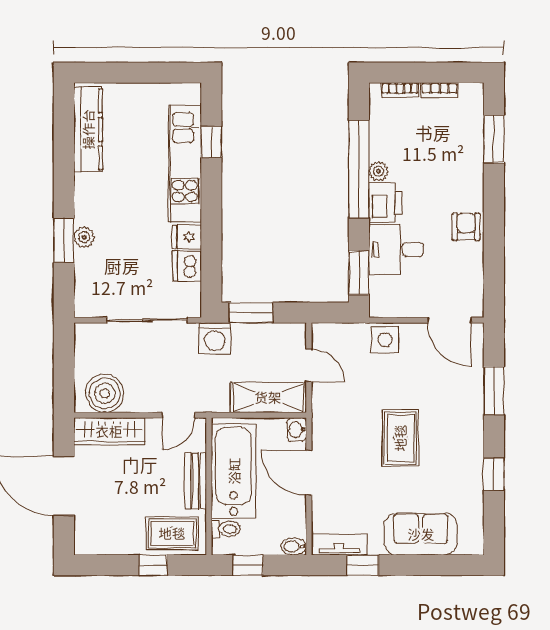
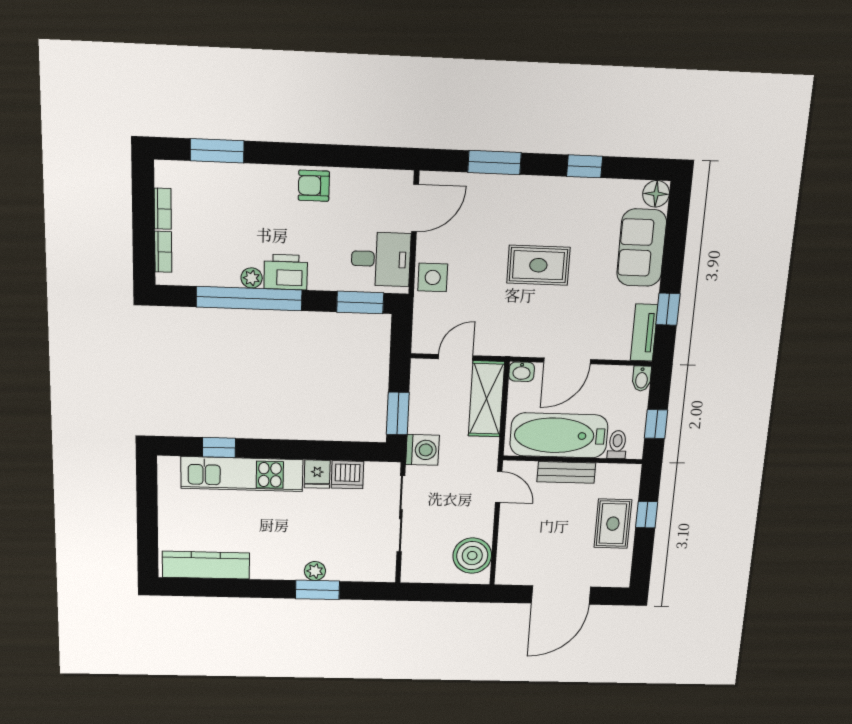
desk: (396, 250) -> (381, 259), moved, turned -90
wardrobe: (109, 431) -> (510, 552), removed
rug: (172, 533) -> (613, 524), moved
floor lamp: (471, 543) -> (656, 194), added

